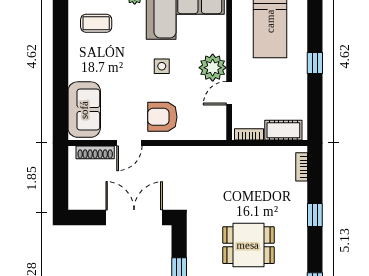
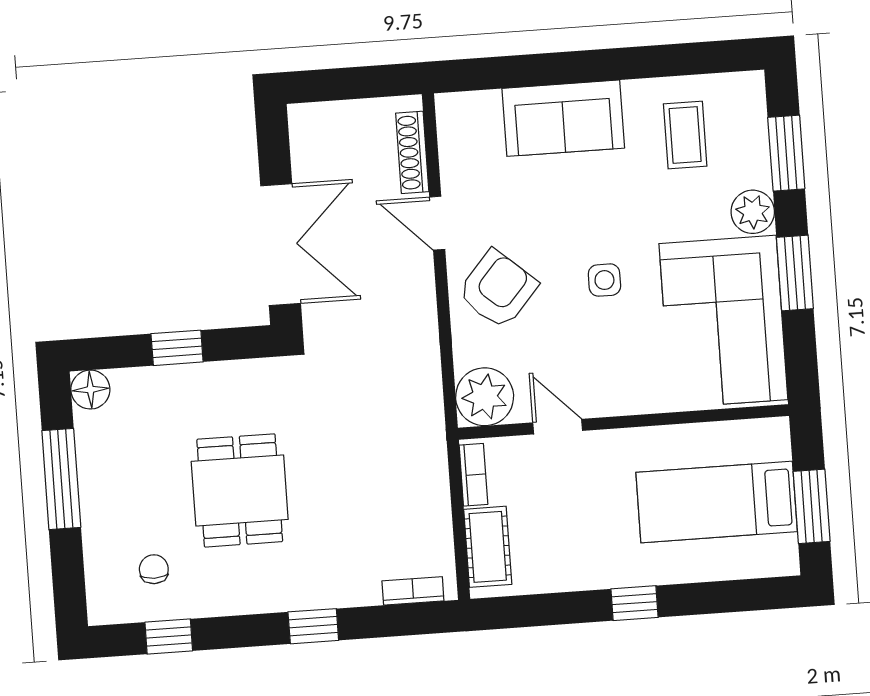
plant: (213, 68) -> (485, 397), moved
sofa: (84, 110) -> (563, 118), moved
armchair: (162, 117) -> (498, 289), turned 41

